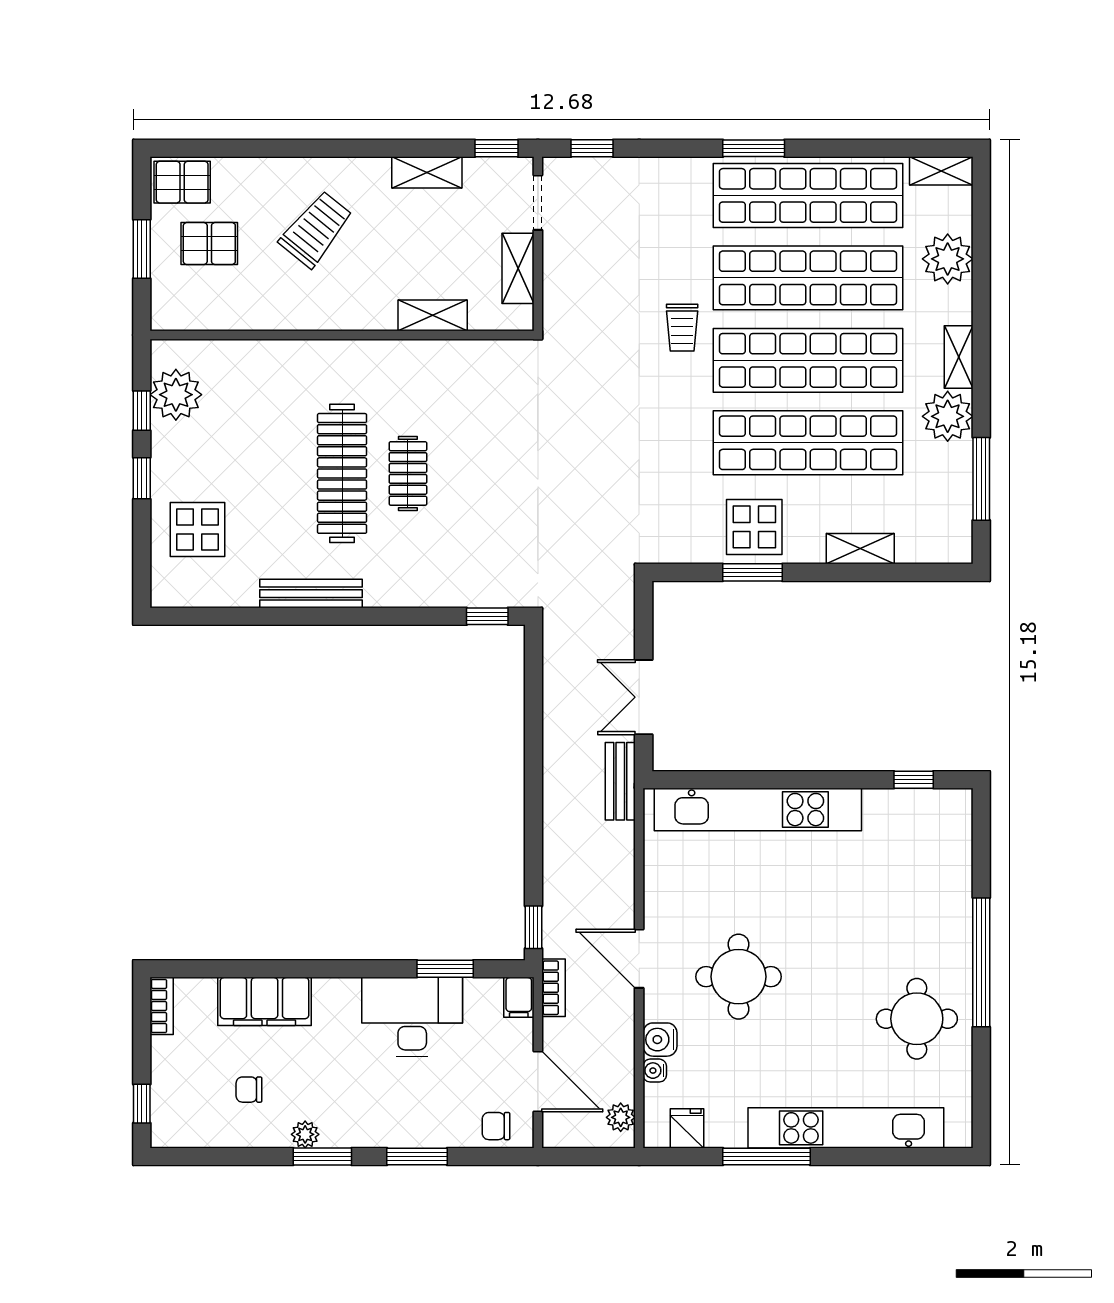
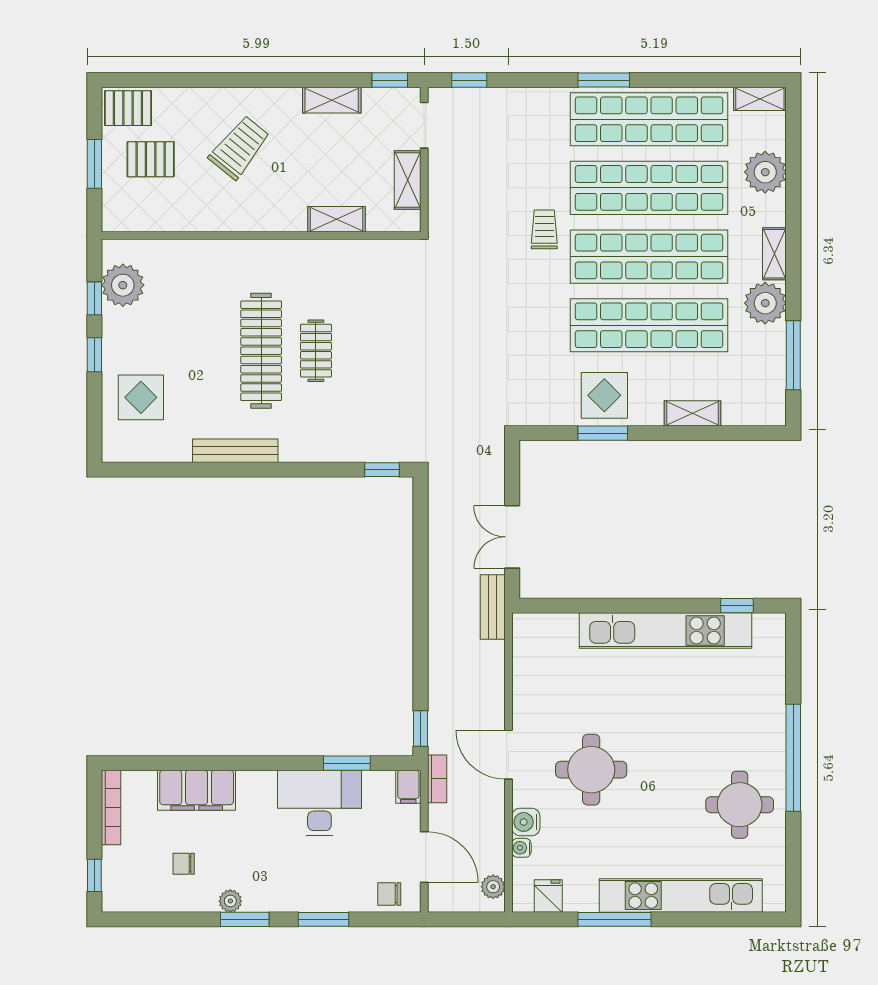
trolley: (682, 328) -> (544, 229), turned 180
kitchen unit: (758, 810) -> (666, 631), moved
bookcase: (162, 1006) -> (111, 808), width x1.56

